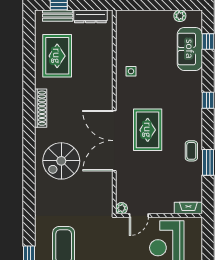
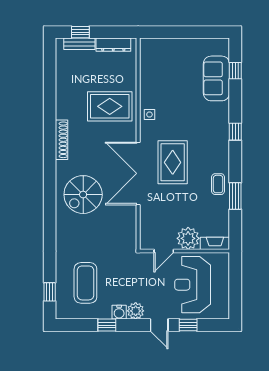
plant: (180, 16) -> (206, 44), removed
rug: (57, 56) -> (110, 106), moved, turned 90
side table: (131, 71) -> (149, 114), moved
plant: (122, 208) -> (188, 238), moved, width x1.87, depth x1.87

